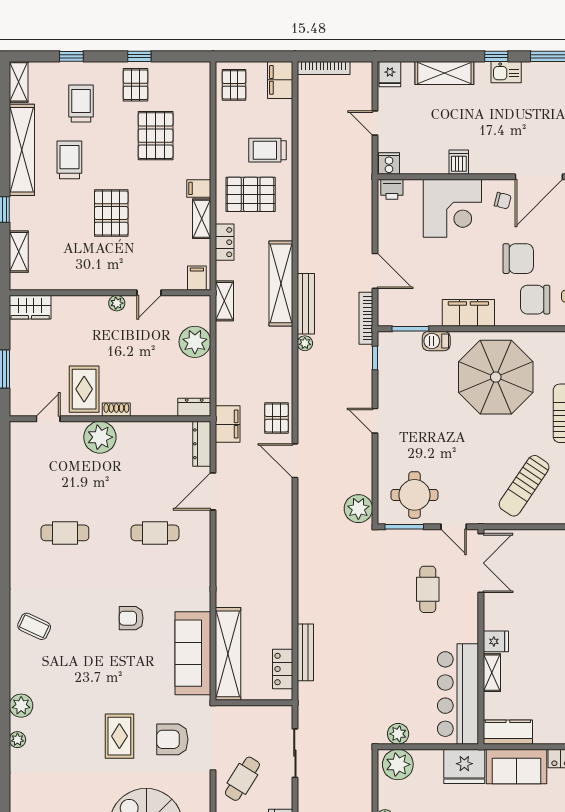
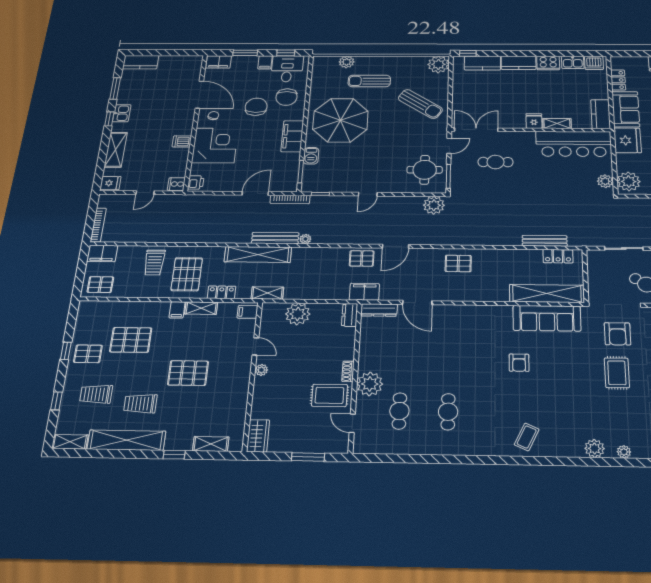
cafe table: (155, 533) -> (399, 411), moved
pallet: (270, 542) -> (458, 263), added
rug: (119, 736) -> (617, 373), turned 90

